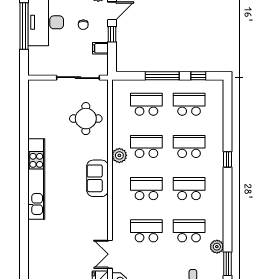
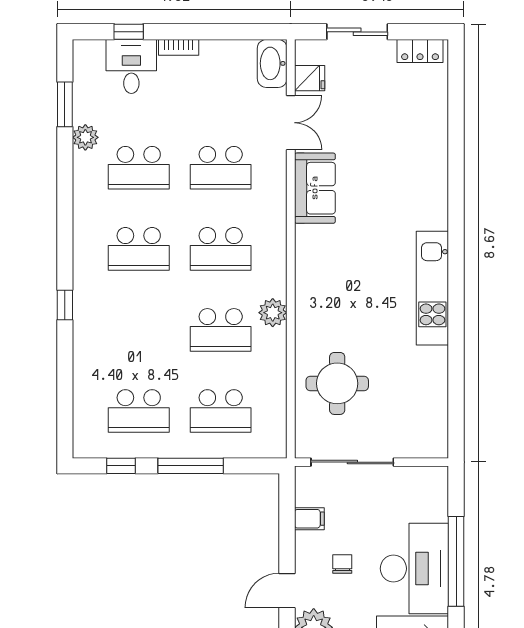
window: (112, 34) -> (287, 546), removed
school desk: (189, 146) -> (139, 330), removed
sofa: (97, 178) -> (315, 188), moved
kitchen unit: (36, 179) -> (432, 288), width x0.73

